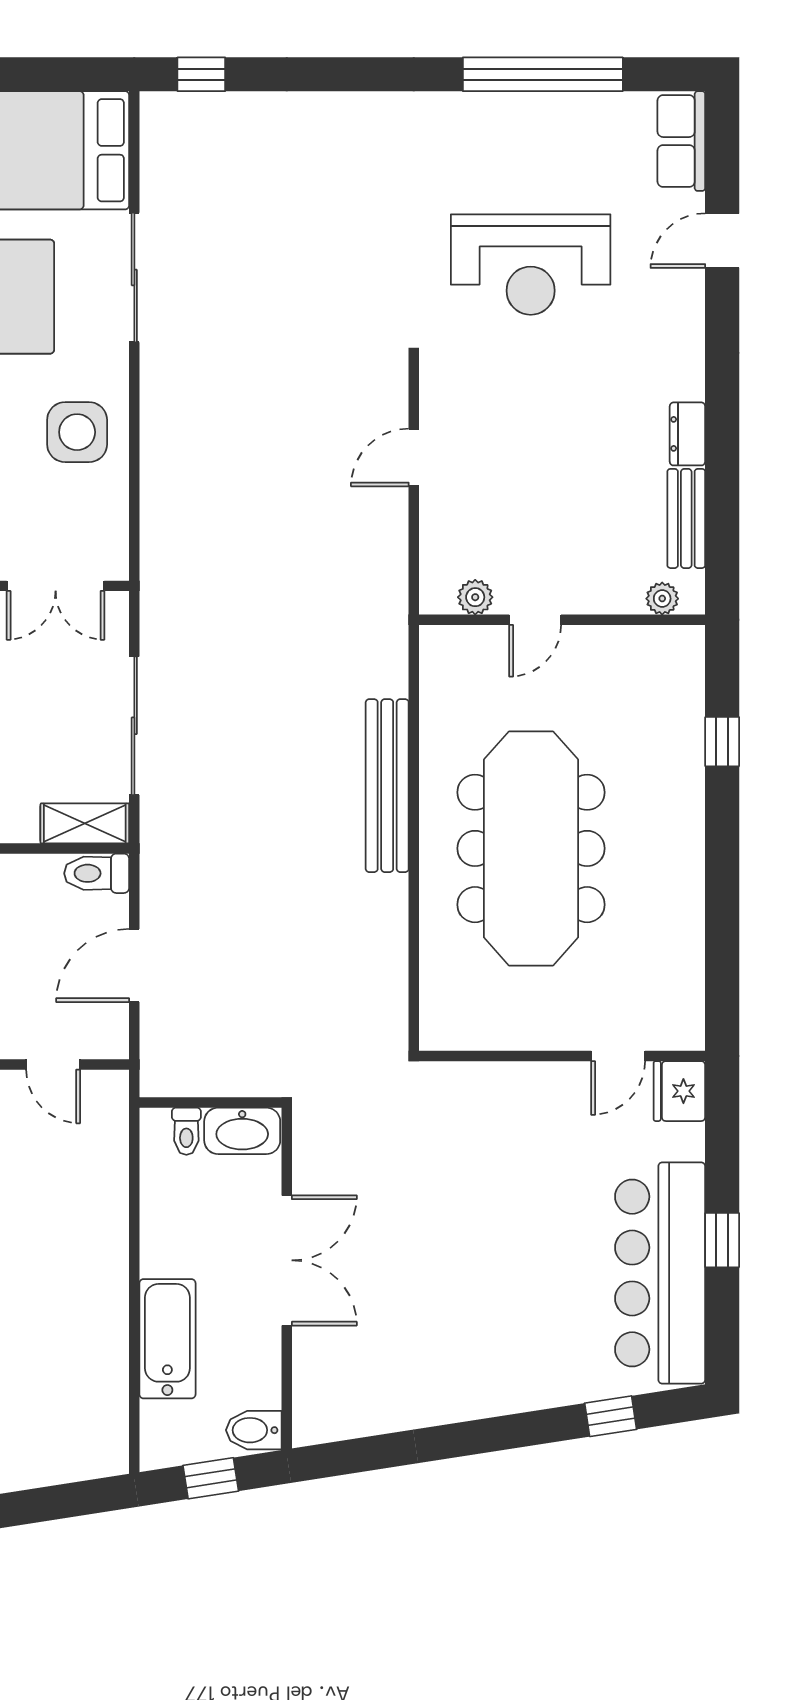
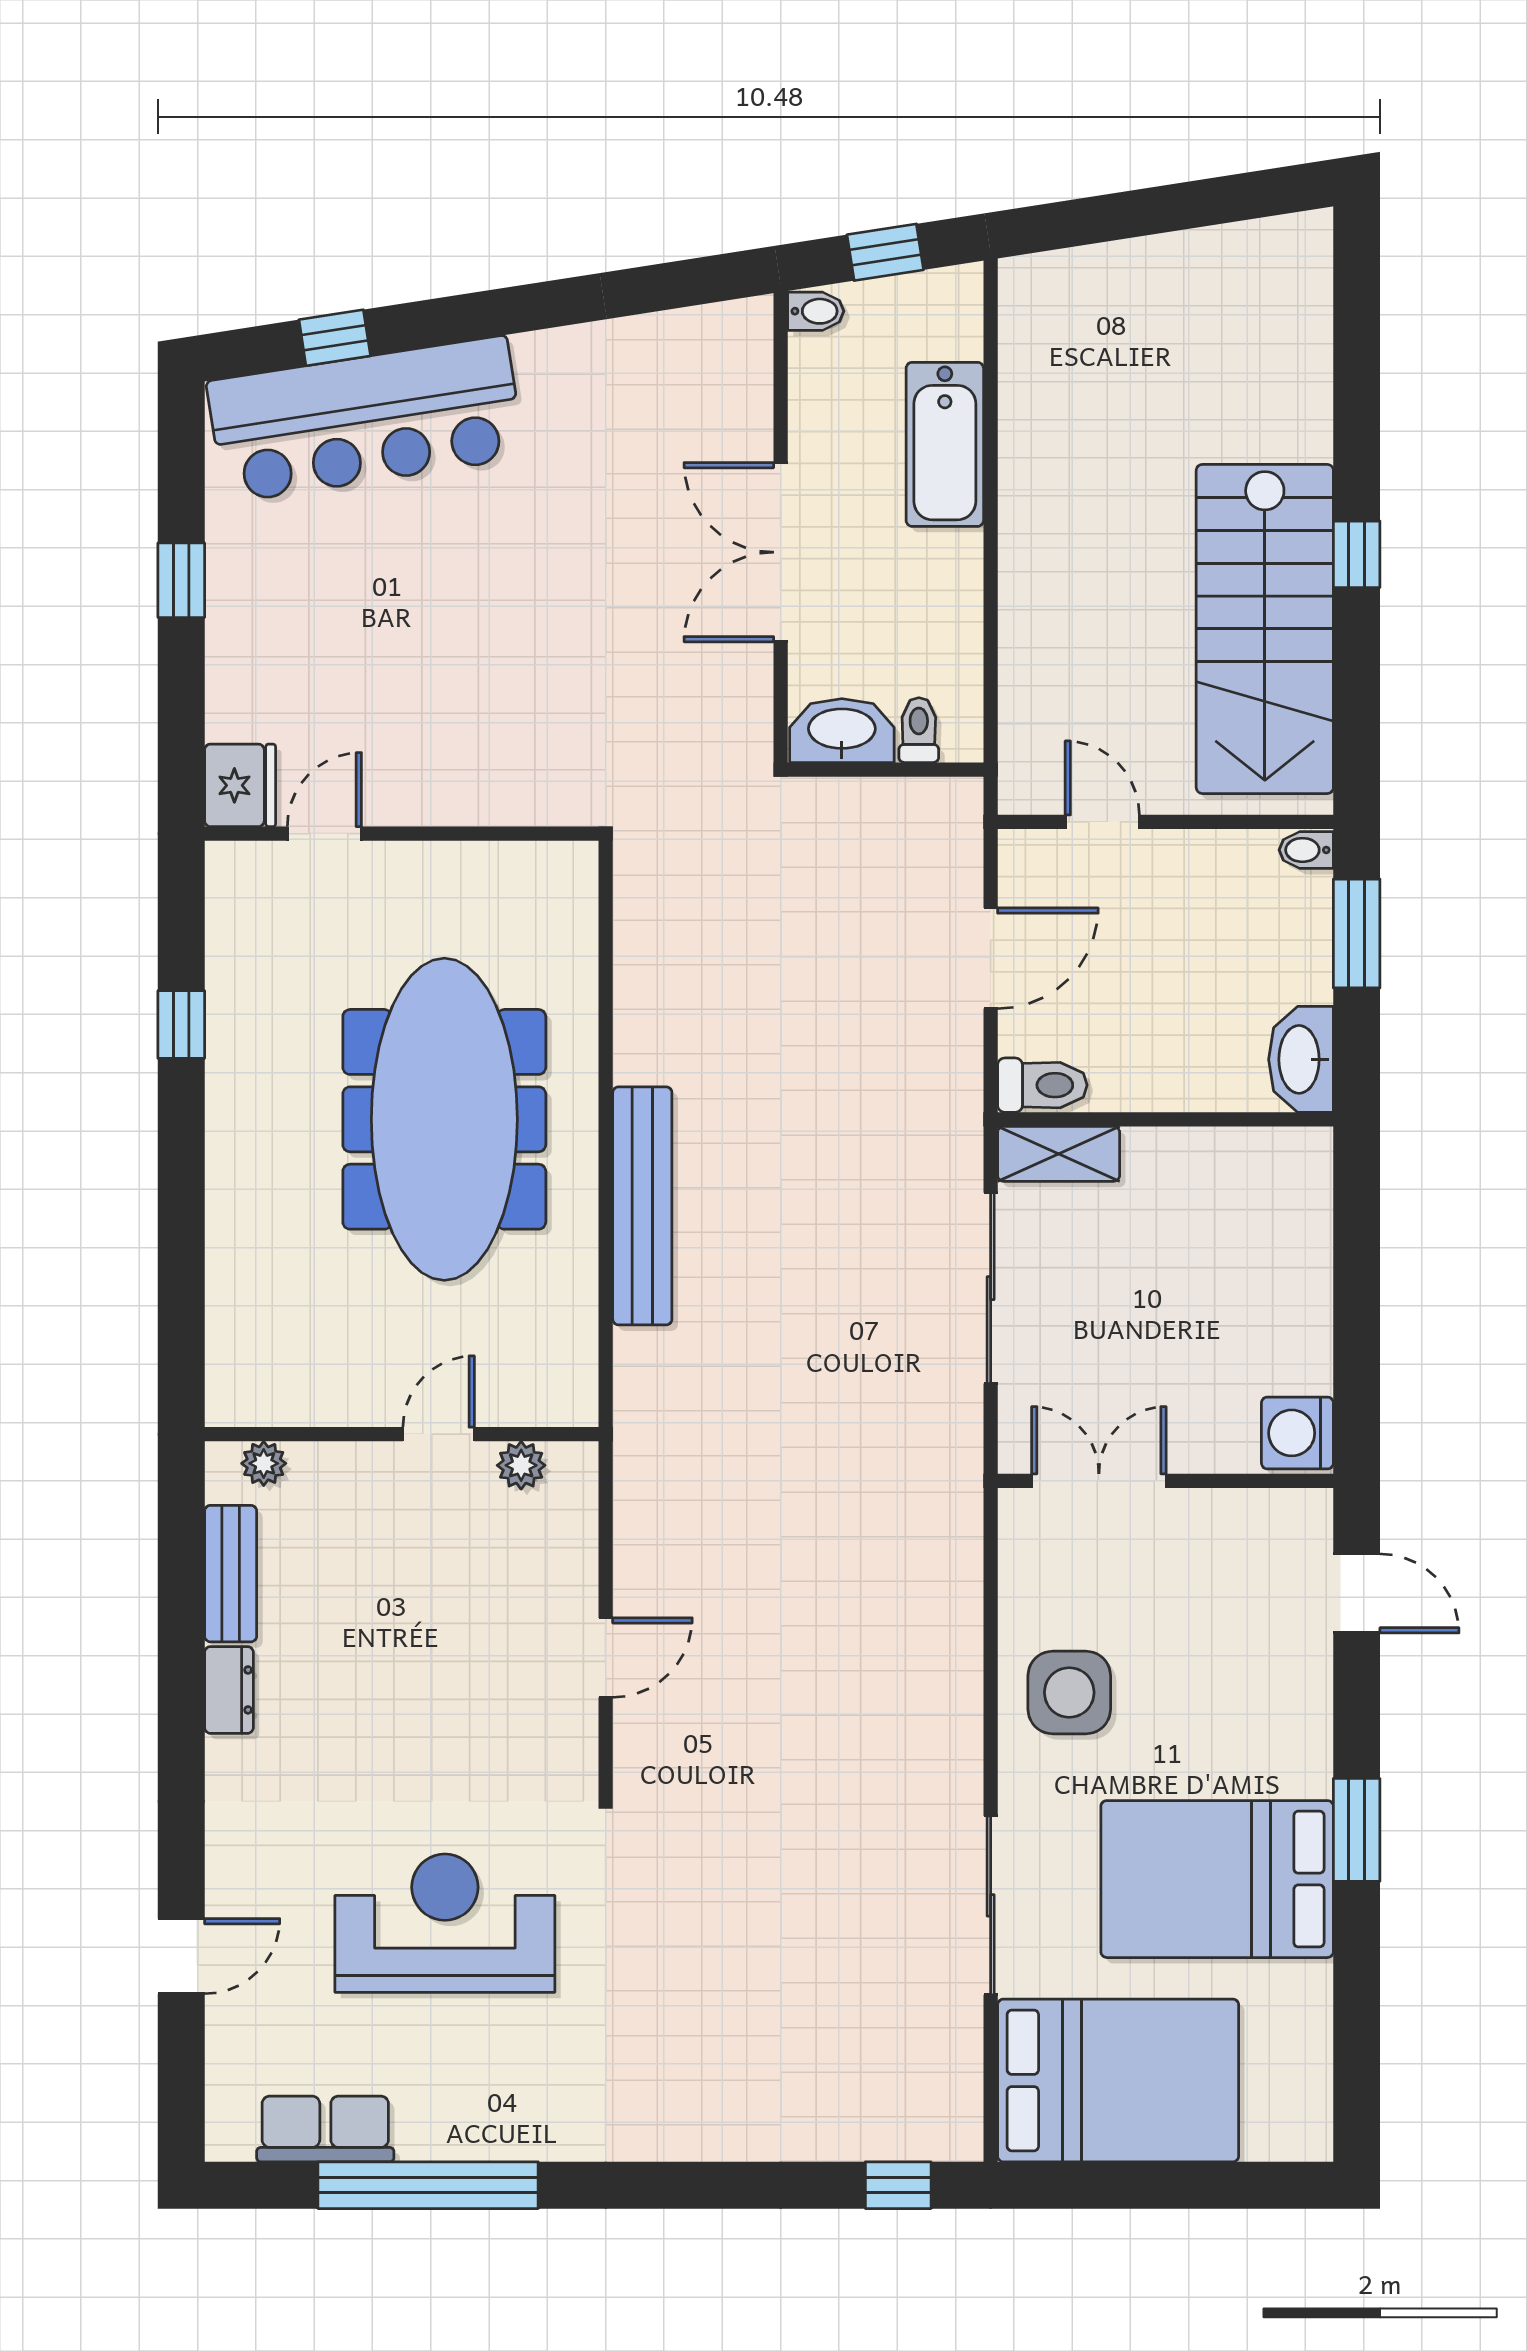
row of seats: (681, 141) -> (325, 2129), moved, turned -90
window: (722, 742) -> (181, 1024), moved
bar counter: (660, 1273) -> (366, 419), moved, turned 81
bidet: (254, 1430) -> (816, 311), width x0.72, depth x0.74

